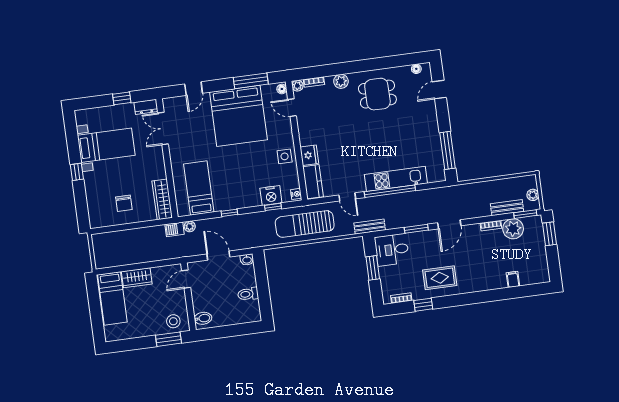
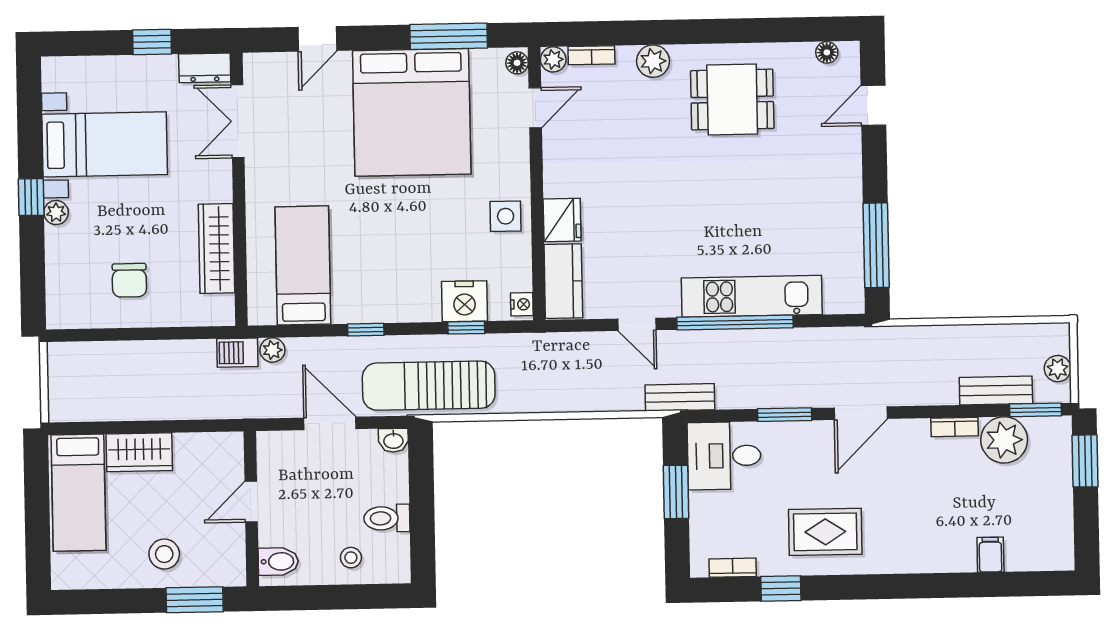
door: (292, 108) -> (535, 108), swing flipped
plant: (88, 177) -> (56, 213), added
wardrobe: (162, 199) -> (217, 249), moved
sun lounger: (305, 224) -> (429, 386), moved
door: (186, 279) -> (251, 502), moved
stool: (234, 313) -> (351, 558), added
stool: (173, 321) -> (164, 554), moved

